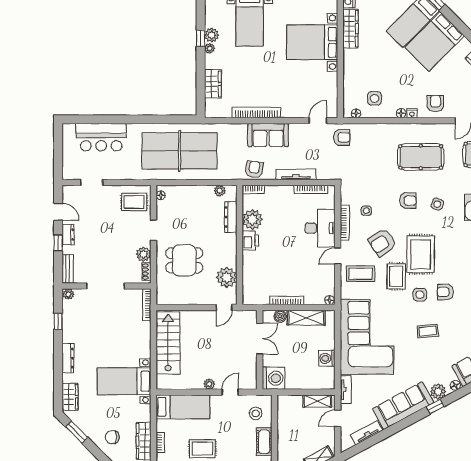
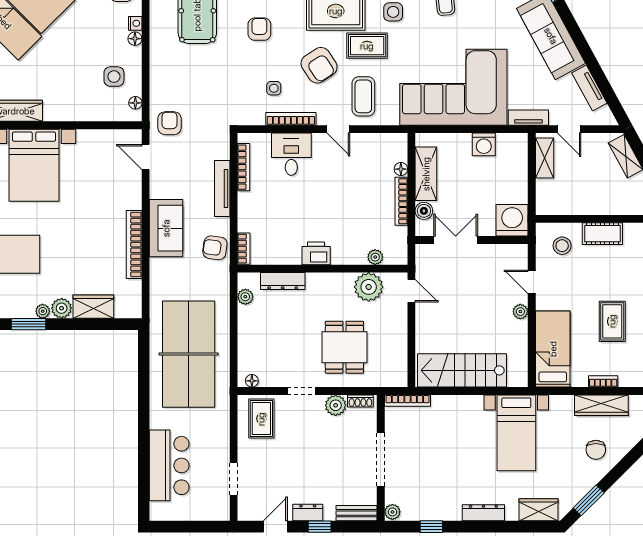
plant: (212, 35) -> (62, 308), moved
window: (201, 38) -> (29, 324), width x1.50
plant: (252, 219) -> (375, 257), moved, width x0.53, depth x0.53
desk: (320, 228) -> (291, 154), width x0.73
floor lamp: (329, 300) -> (401, 169), moved

